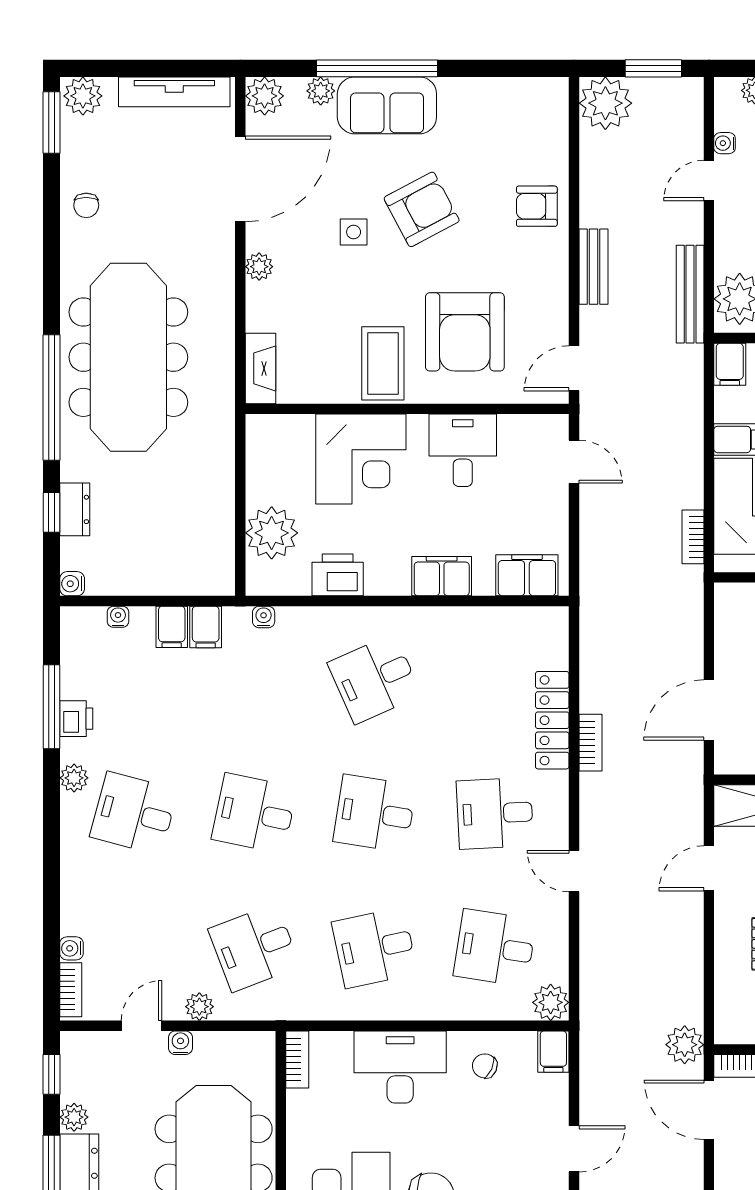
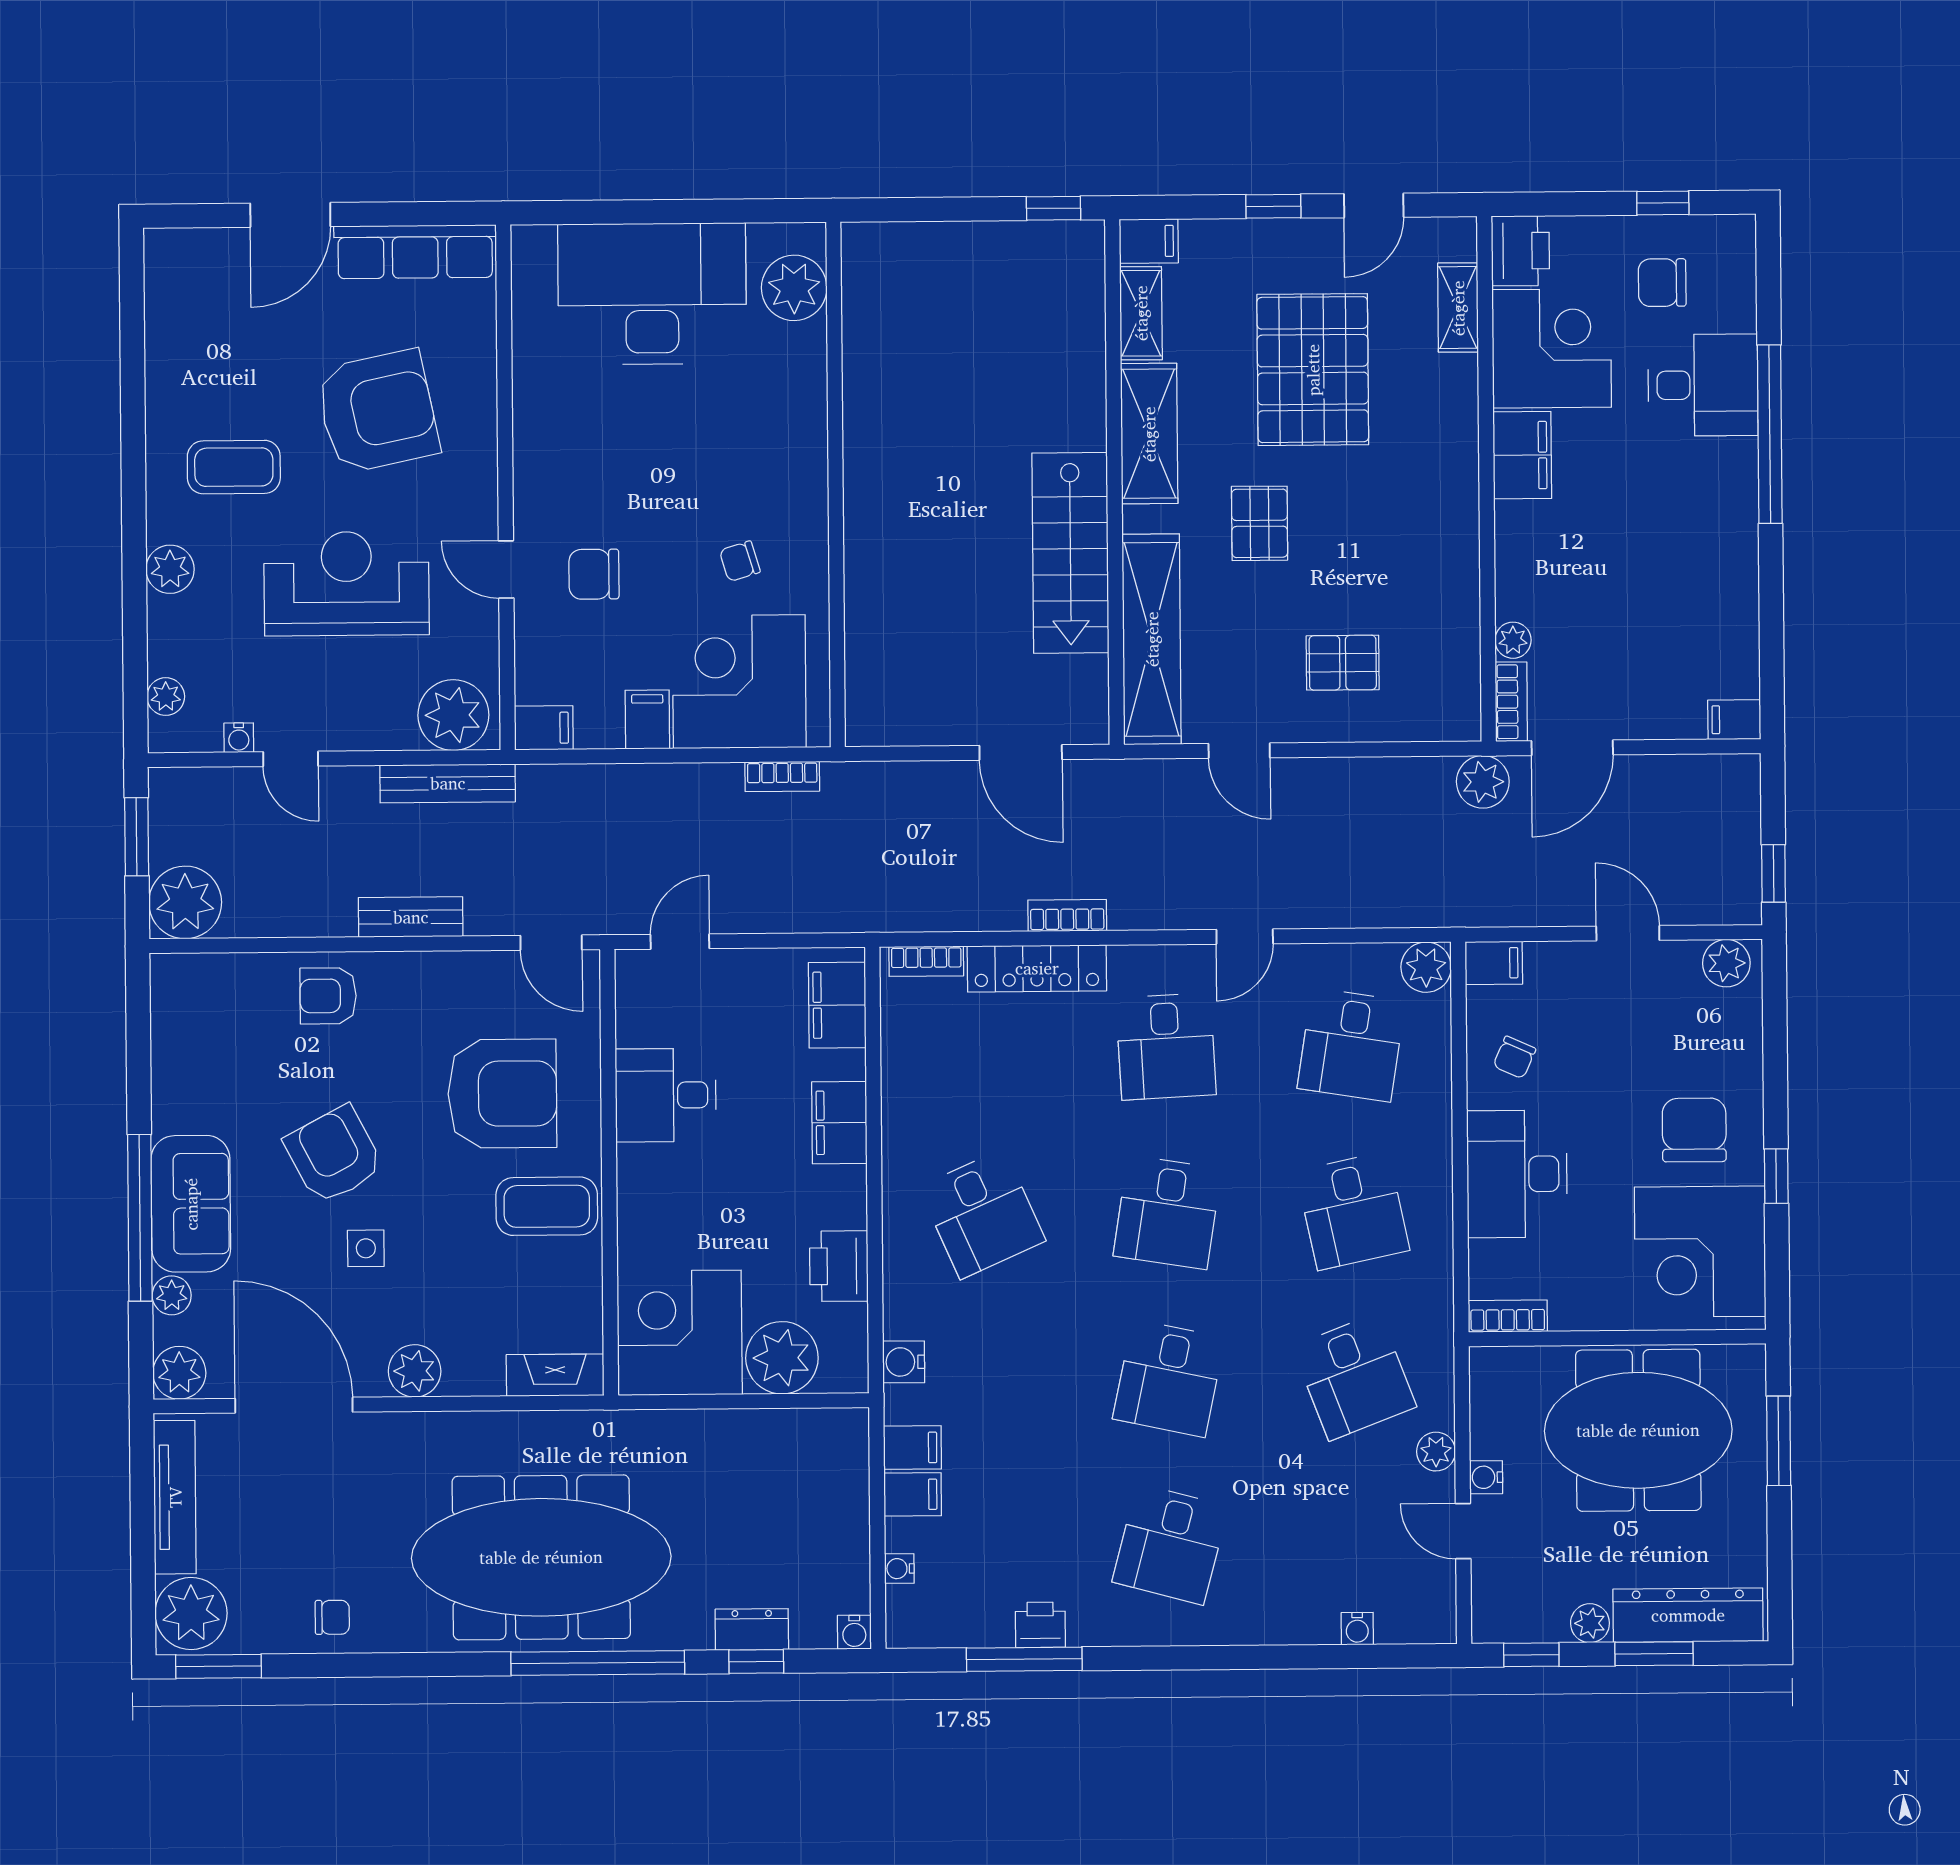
plant: (83, 96) -> (191, 1614), width x1.36, depth x1.36
armchair: (537, 206) -> (328, 996), turned 90
plant: (259, 267) -> (415, 1371), width x1.38, depth x1.38
corner desk: (361, 459) -> (680, 1333), moved, turned -90
water cooler: (264, 617) -> (904, 1362), width x1.38, depth x1.38
plant: (74, 778) -> (1122, 1627), removed
bookcase: (71, 990) -> (926, 961), moved, turned 180

